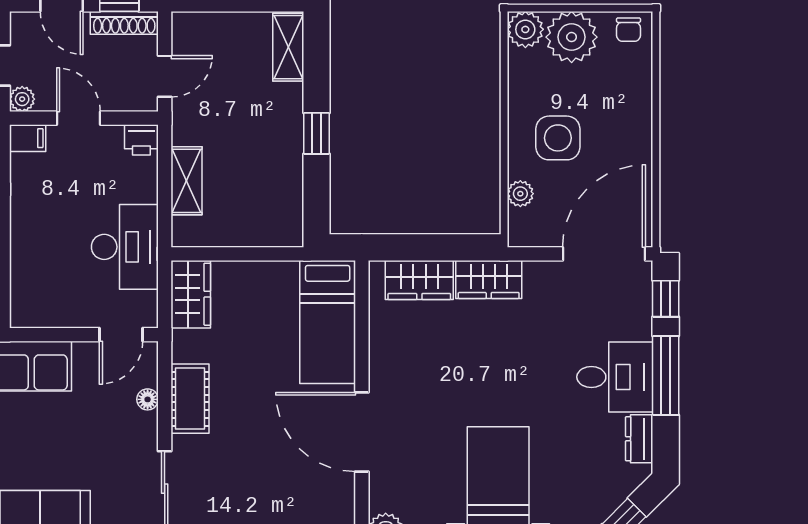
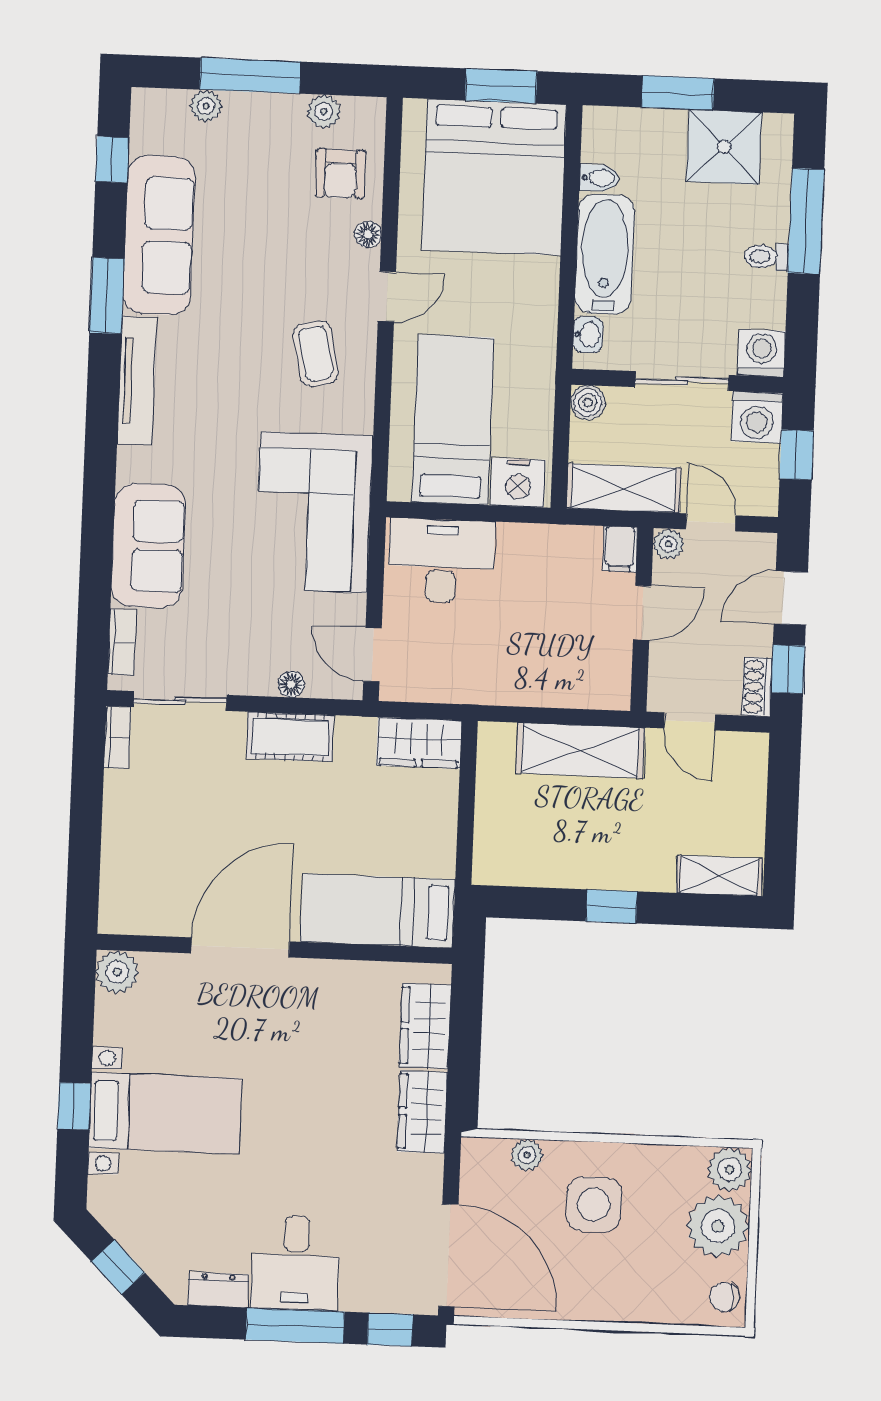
shoe rack: (124, 23) -> (757, 687), width x0.70
printer: (141, 140) -> (612, 690), removed
shelving: (186, 181) -> (580, 750), width x1.50, depth x1.33
desk: (125, 247) -> (441, 561), moved, turned 180

